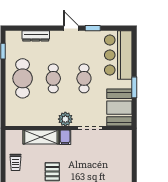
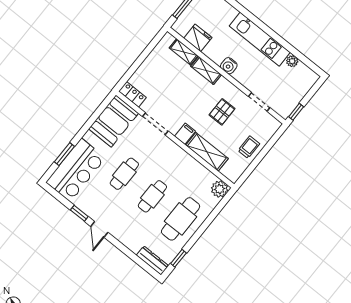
dresser: (36, 36) -> (153, 260), moved
window: (134, 87) -> (64, 154), moved
plant: (65, 119) -> (220, 189), moved
locker: (121, 135) -> (132, 94), added

